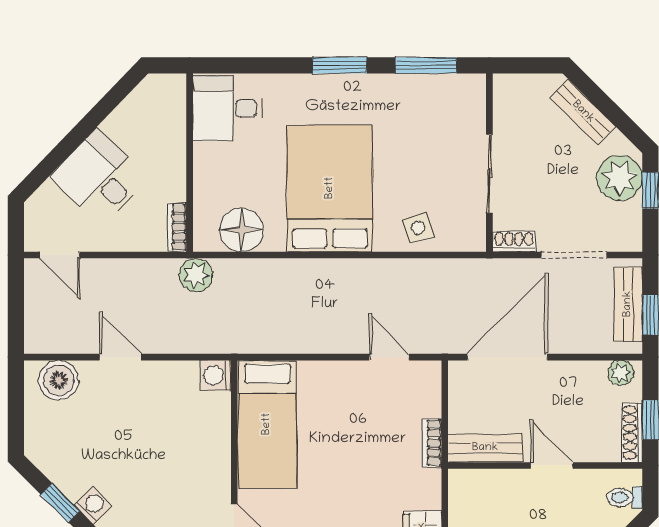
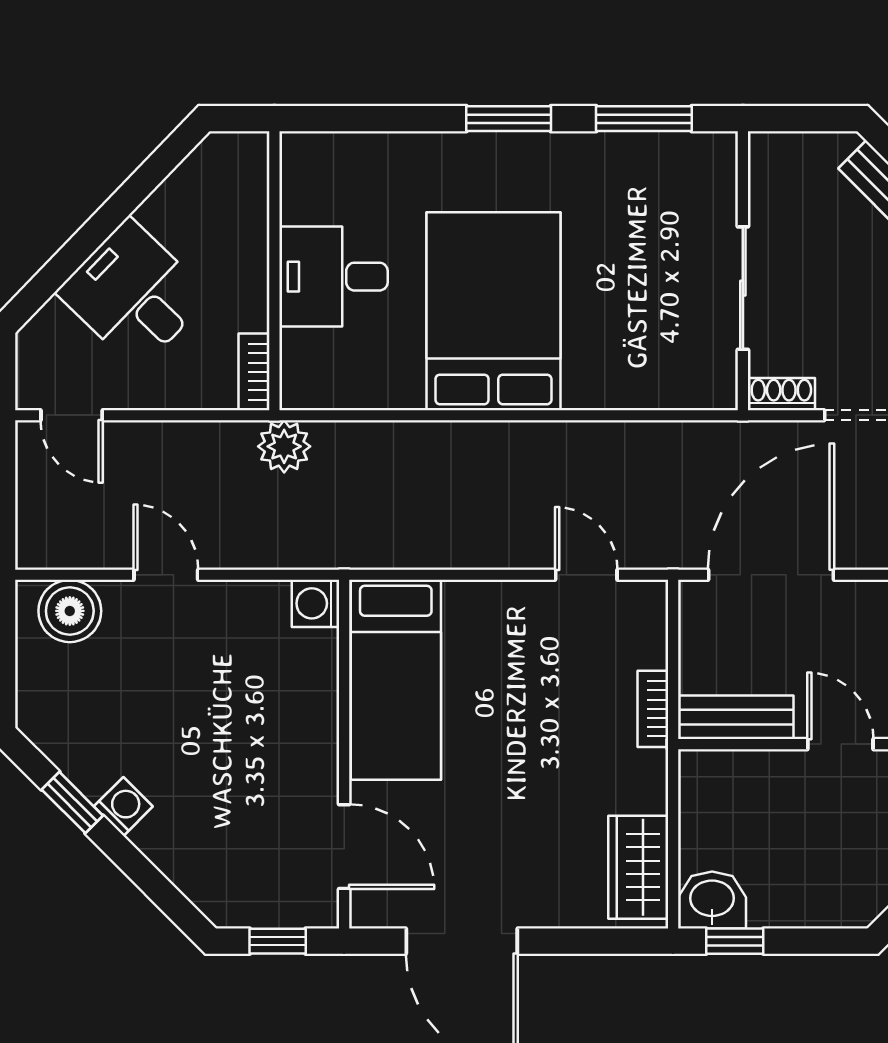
desk: (227, 108) -> (333, 277), moved
side table: (418, 228) -> (632, 373), removed
floor lamp: (242, 230) -> (356, 376), removed

